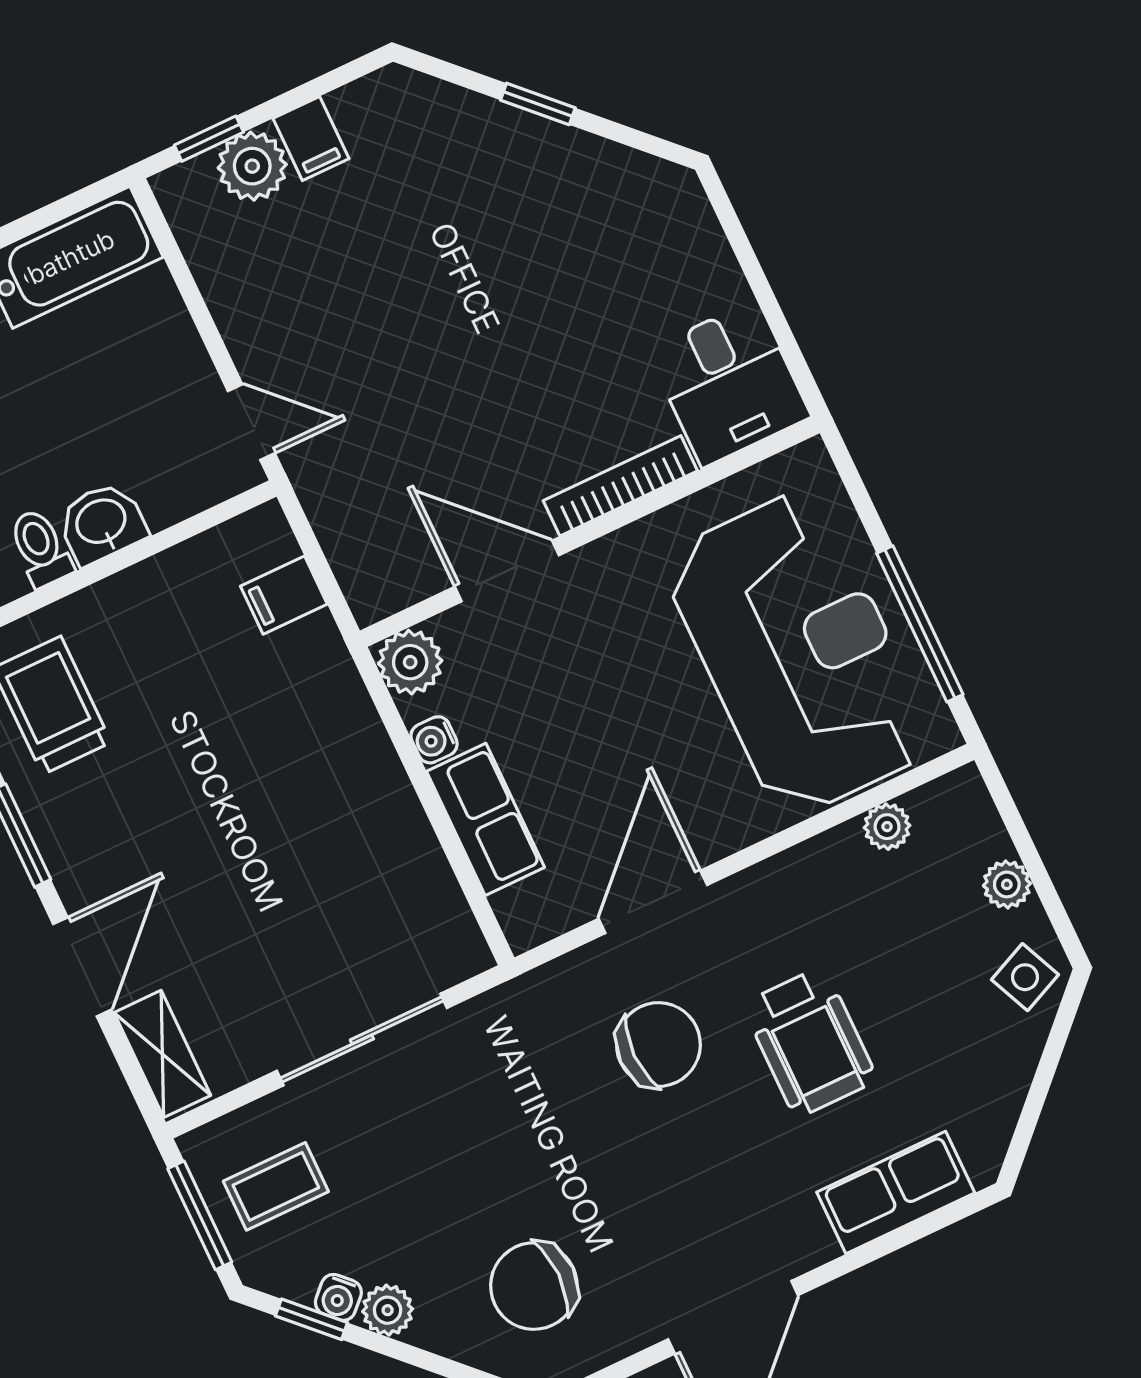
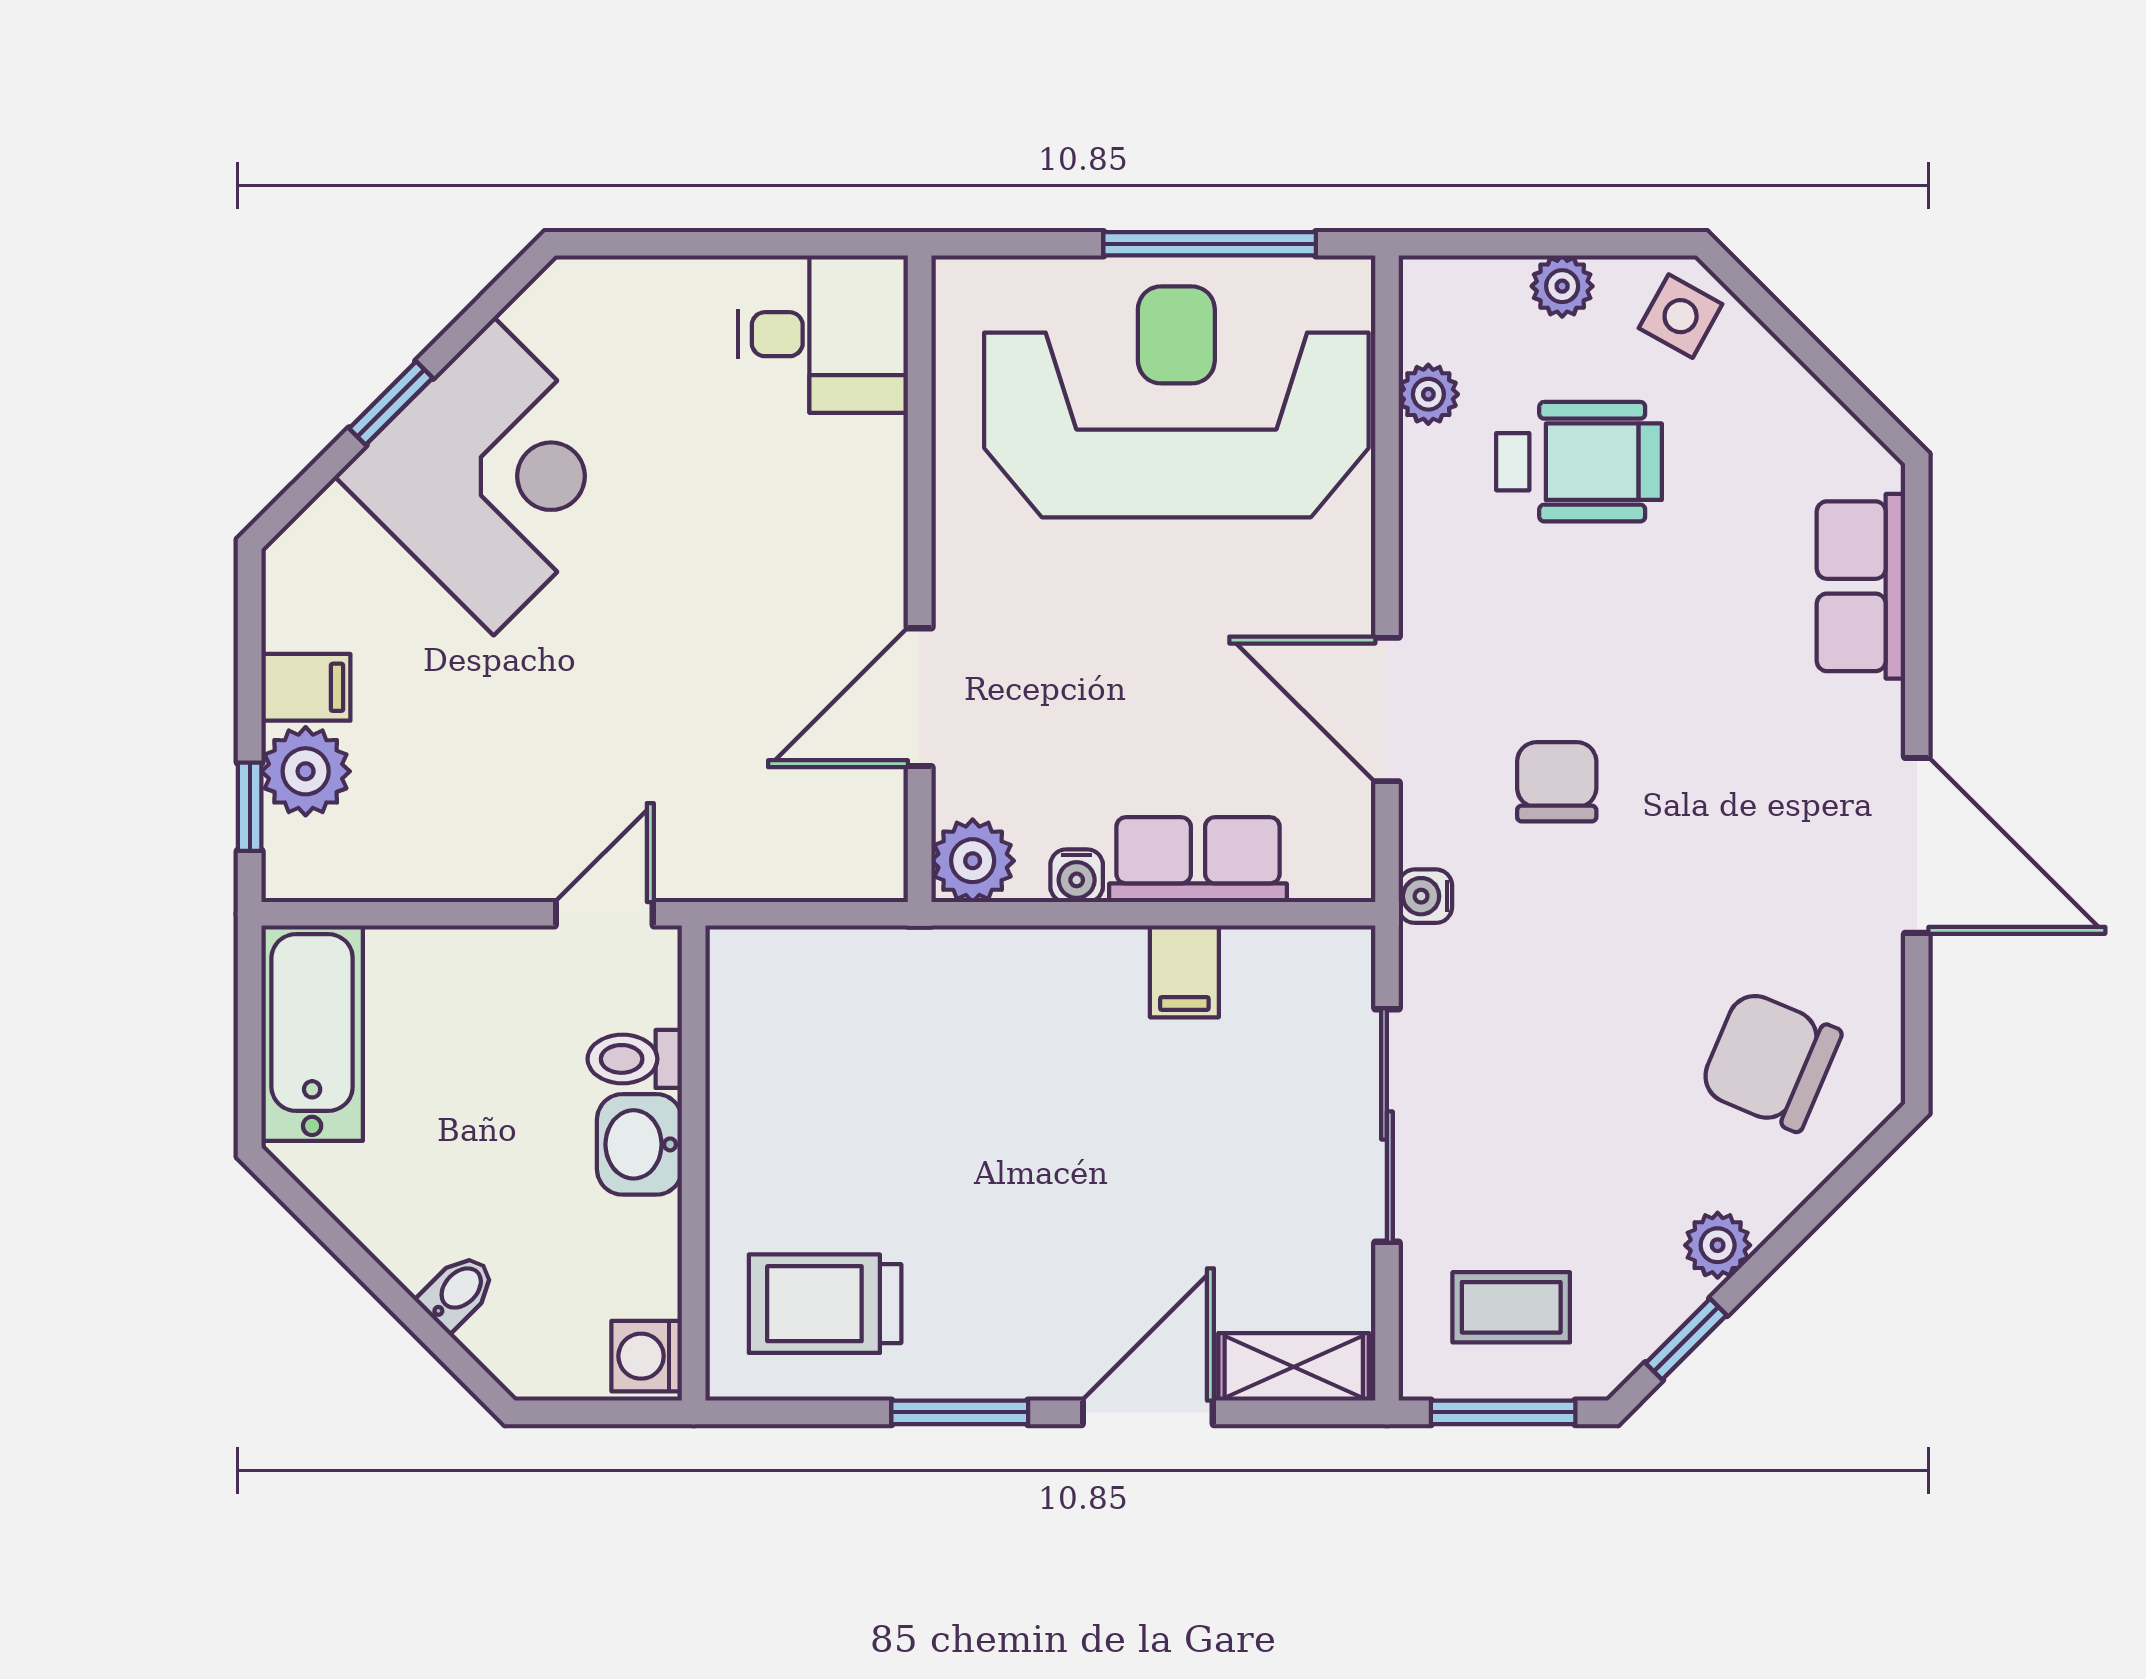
corner desk: (521, 200) -> (494, 476), added
bookcase: (620, 486) -> (883, 518), removed
toilet: (40, 548) -> (635, 1059), moved
filing cabinet: (284, 595) -> (1184, 971), moved
door: (82, 967) -> (1148, 1412), hinge flipped
side table: (1025, 977) -> (1681, 316), turned -37
wheelchair: (810, 1042) -> (1579, 462), moved
chair: (658, 1044) -> (1557, 782), width x0.73, depth x0.73
coffee table: (276, 1186) -> (1511, 1307), turned 90
chair: (534, 1286) -> (1770, 1061), turned 113
water cooler: (338, 1297) -> (1425, 896), moved, turned 135

